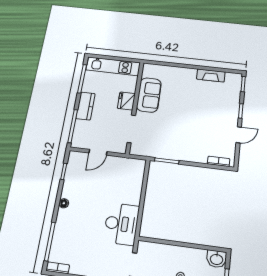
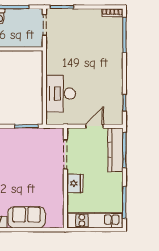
sofa: (149, 95) -> (27, 217), moved, turned 90
kitchen counter: (85, 106) -> (115, 150), moved, width x1.50
floor lamp: (64, 203) -> (118, 72), removed
desk: (121, 224) -> (61, 94), moved

